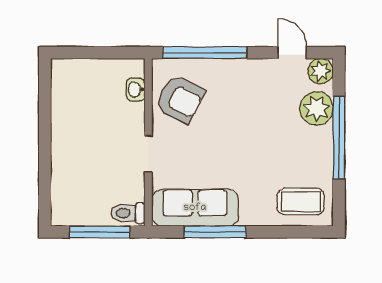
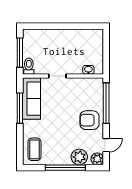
armchair: (180, 99) -> (89, 120), moved, turned 63

